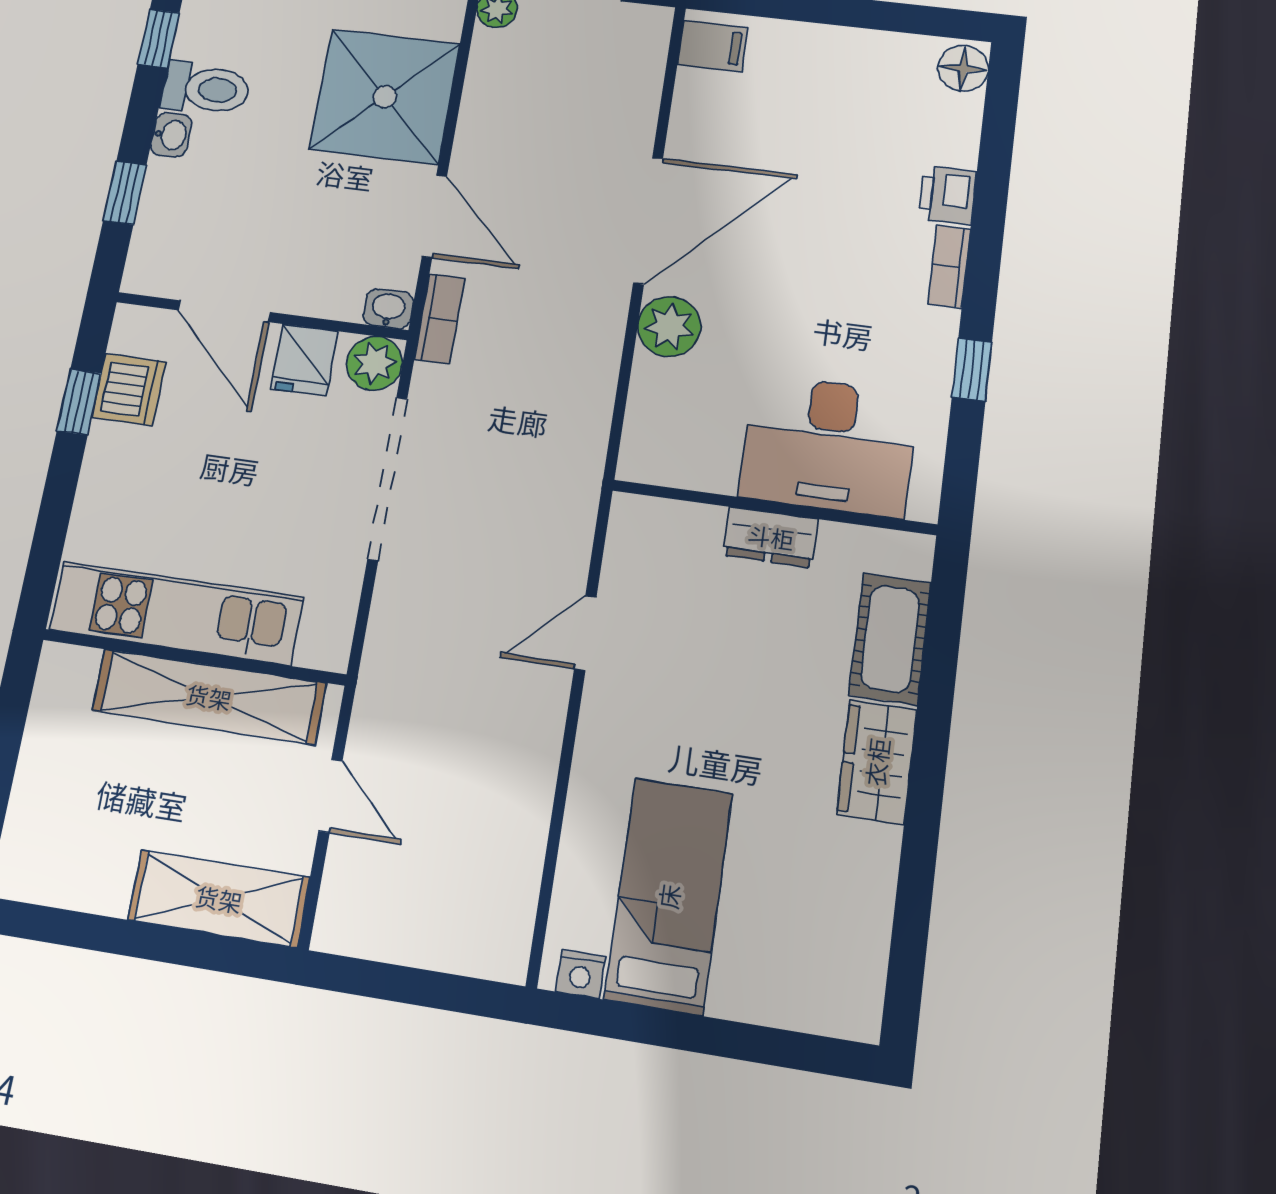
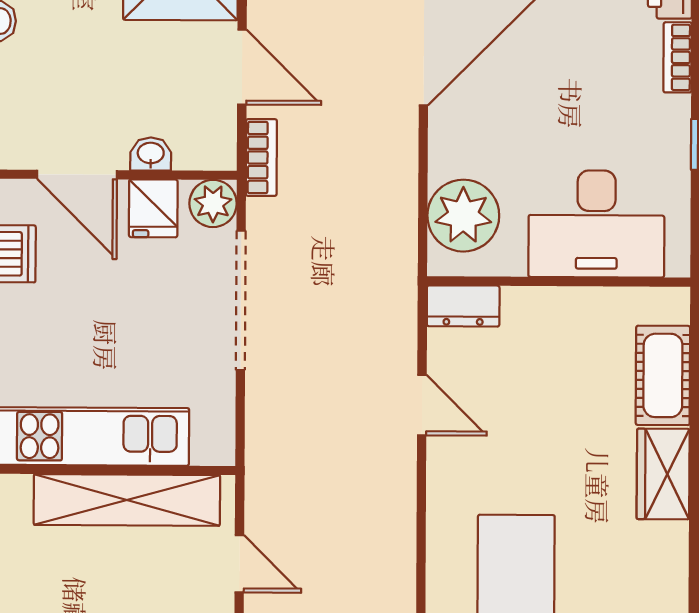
washbasin: (388, 309) -> (151, 154), moved
plant: (669, 327) -> (463, 216), moved, width x1.36, depth x1.36
dresser: (771, 537) -> (463, 306), moved
door: (585, 633) -> (422, 405), swing flipped

